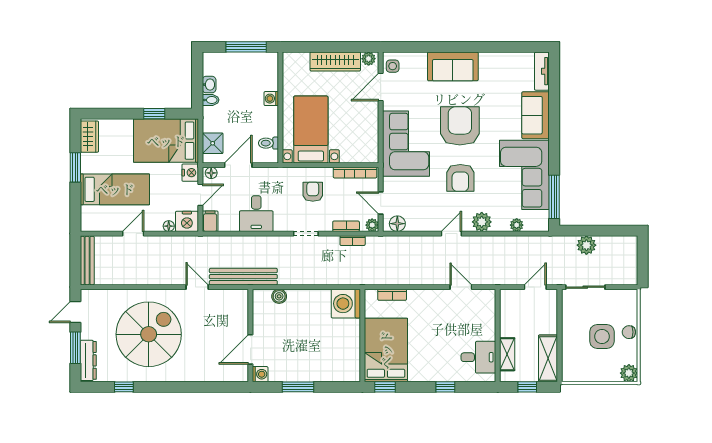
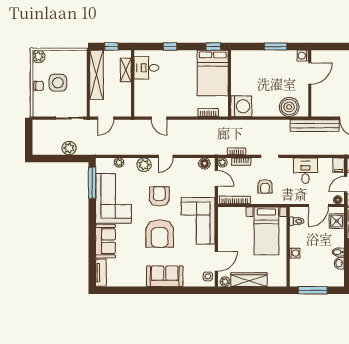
boiler: (279, 296) -> (289, 107), width x1.86, depth x1.86
shelving: (548, 358) -> (96, 75), width x1.47

